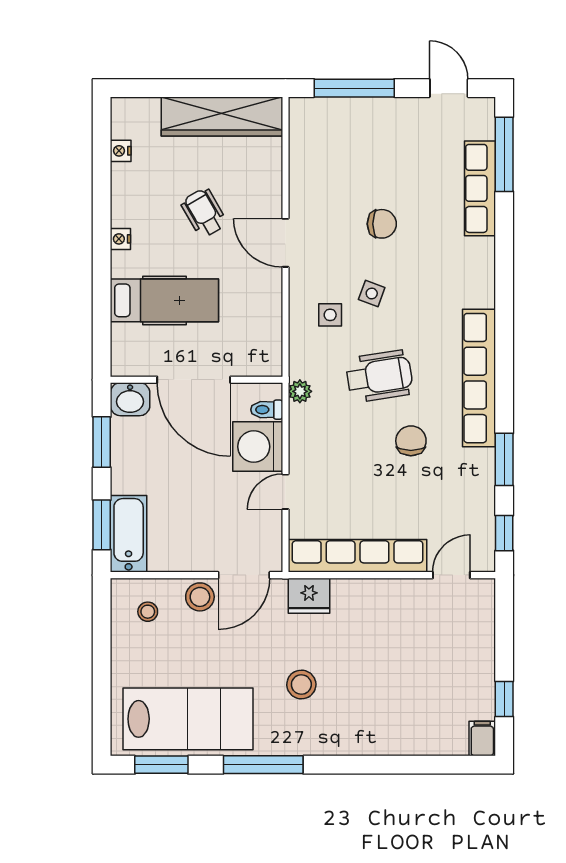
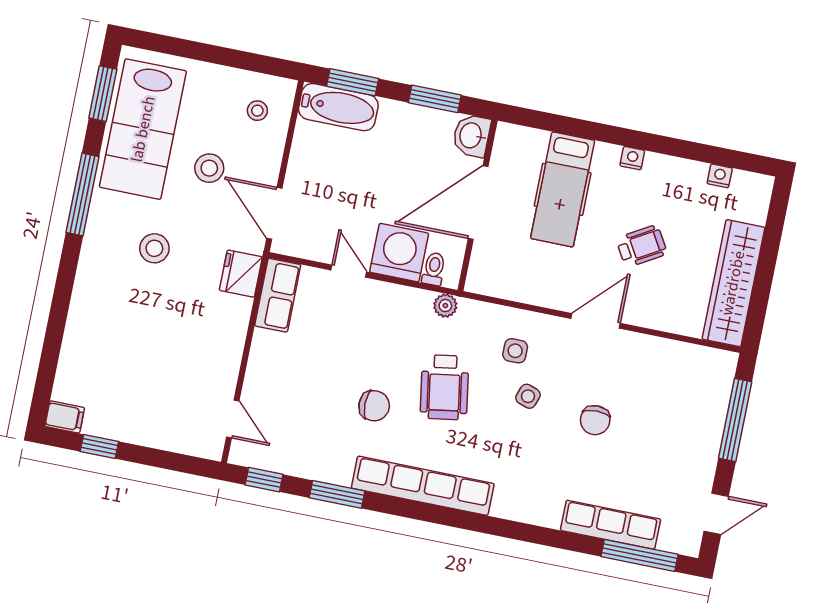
row of seats: (358, 556) -> (278, 295), width x0.50
stool: (200, 597) -> (209, 168), moved

